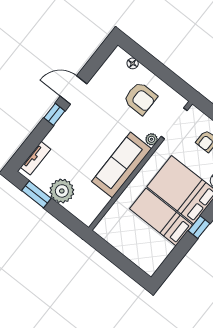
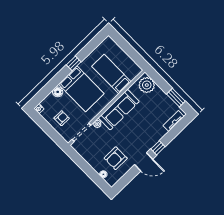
armchair: (140, 98) -> (116, 158), moved, turned -90
plant: (62, 191) -> (147, 85), moved
bed: (161, 217) -> (111, 74), moved, turned 180

